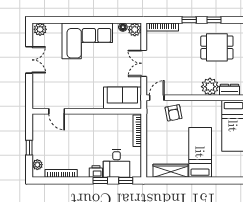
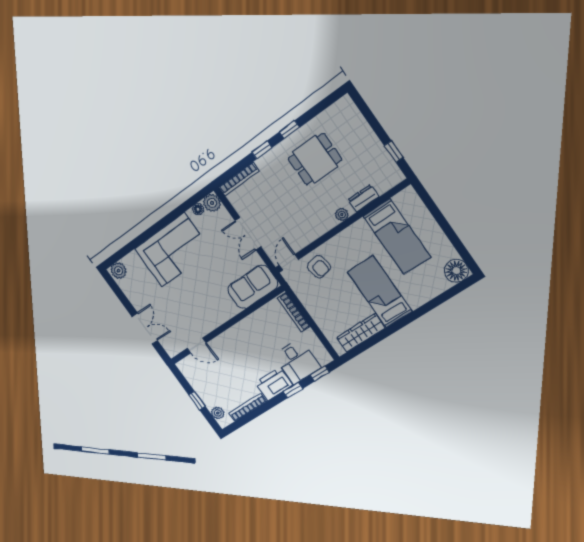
double door: (29, 60) -> (145, 329), moved
plant: (210, 87) -> (342, 214), width x0.53, depth x0.53
printer: (96, 172) -> (274, 384), width x1.87, depth x1.48

